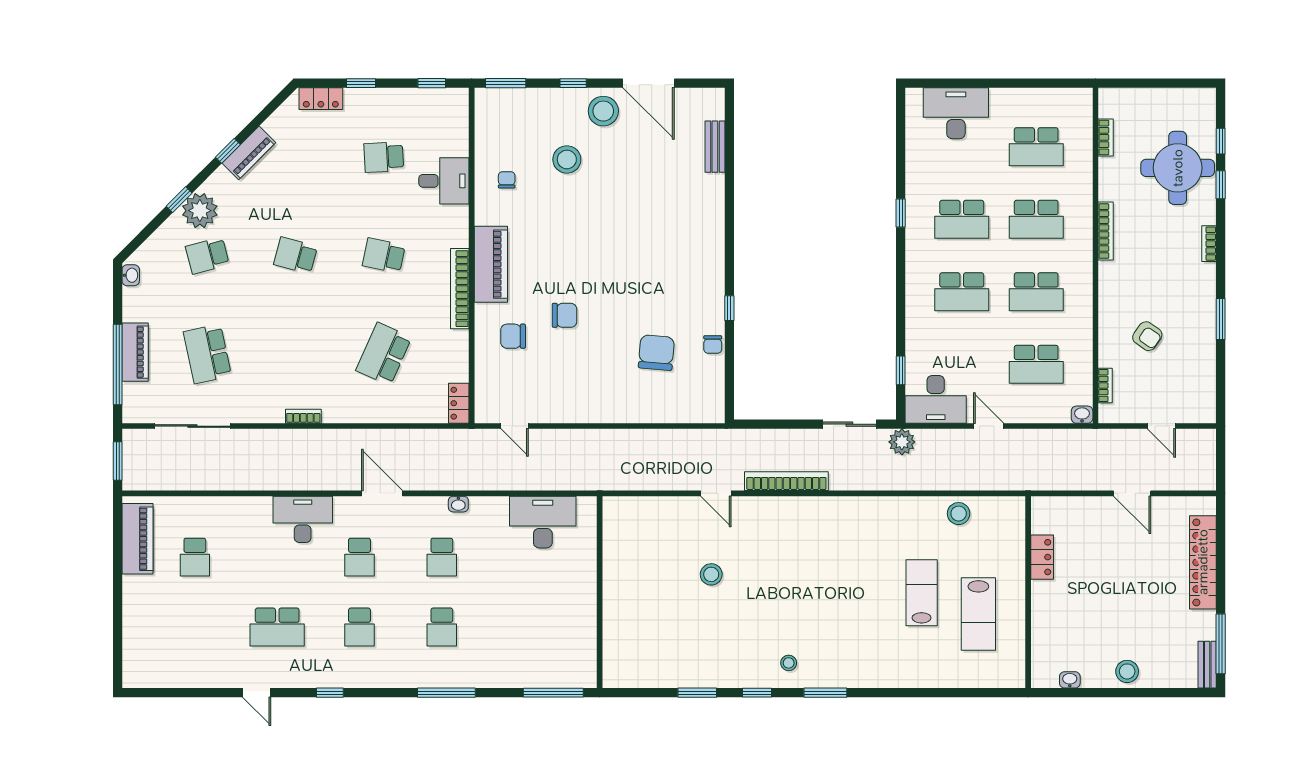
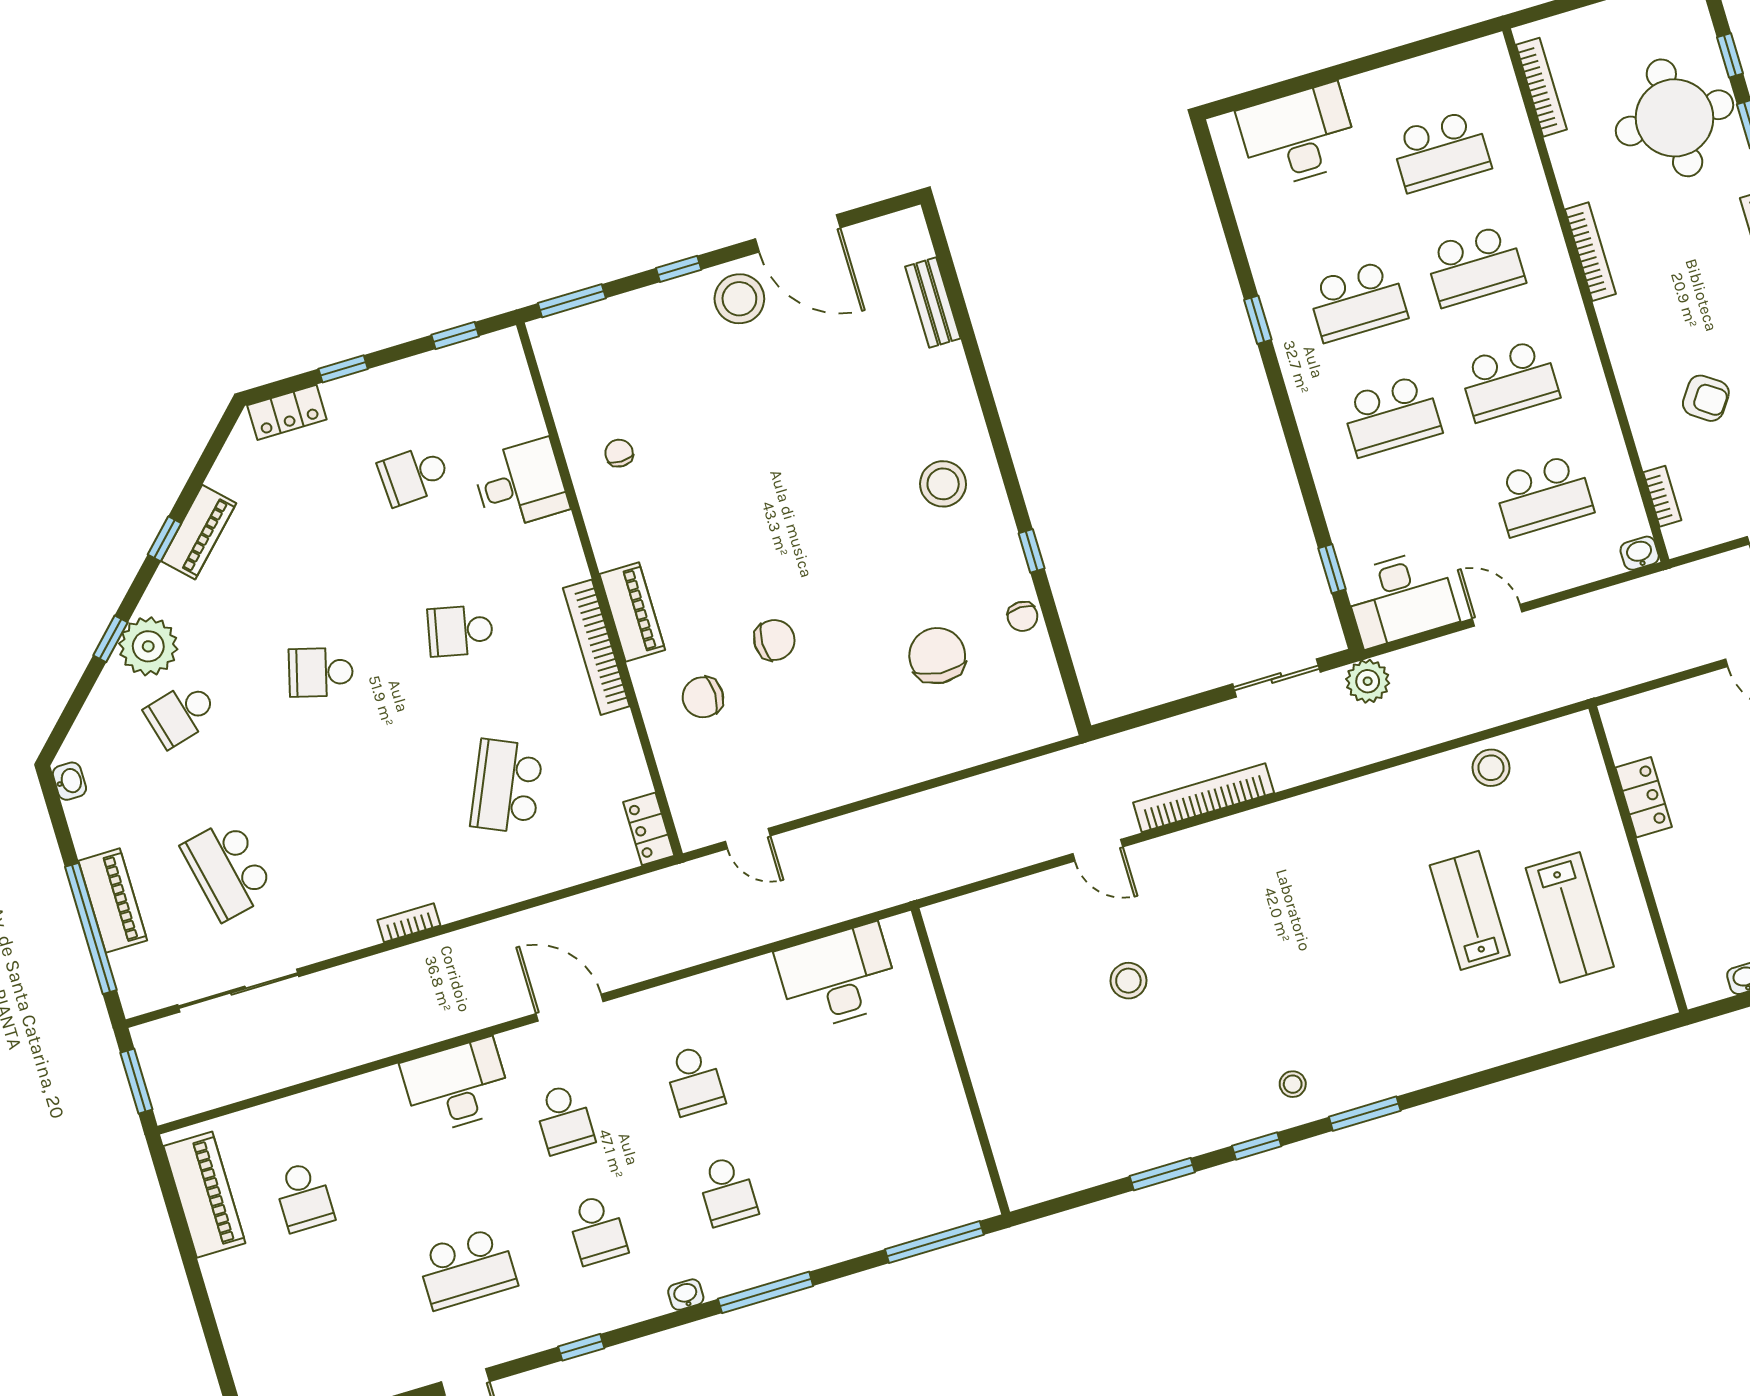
bookcase: (1106, 137) -> (1541, 87), width x1.56
stool: (567, 159) -> (943, 484), moved
piano: (491, 264) -> (632, 612), width x0.73, depth x0.75
washbasin: (458, 504) -> (686, 1295), moved, turned 180

